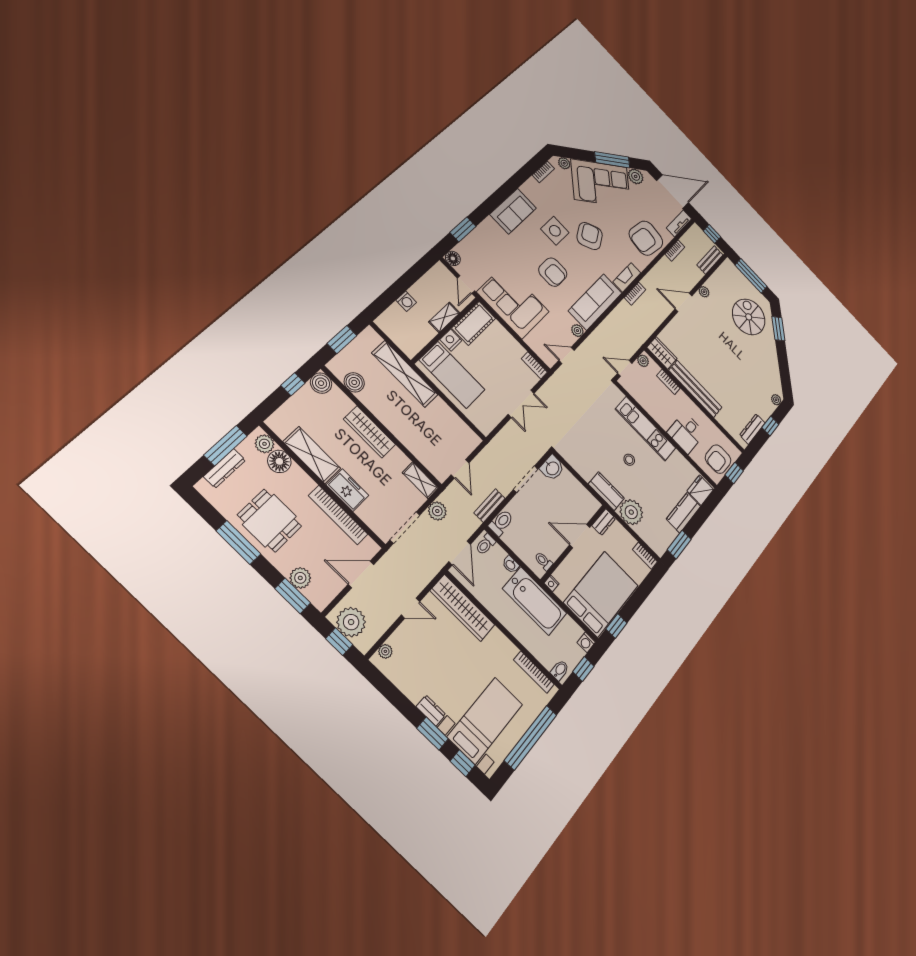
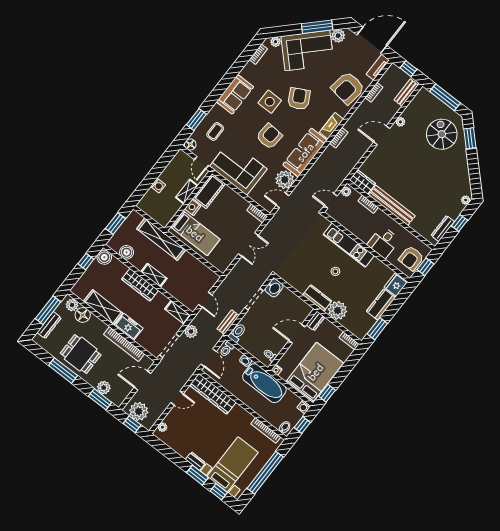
coffee table: (486, 250) -> (215, 131), added
armchair: (553, 272) -> (269, 136), turned -86
plant: (577, 331) -> (285, 180), width x1.88, depth x1.88
shelving: (391, 422) -> (154, 275), added

